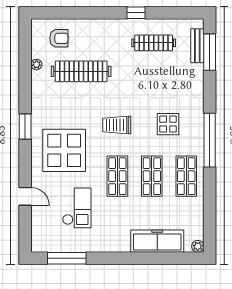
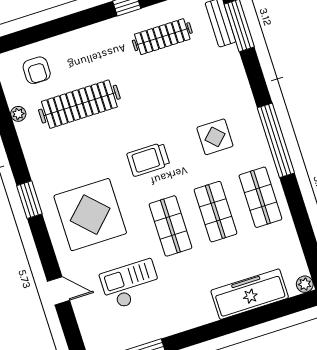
armchair: (59, 38) -> (37, 70), turned 90
checkout: (77, 208) -> (131, 284), turned -90

